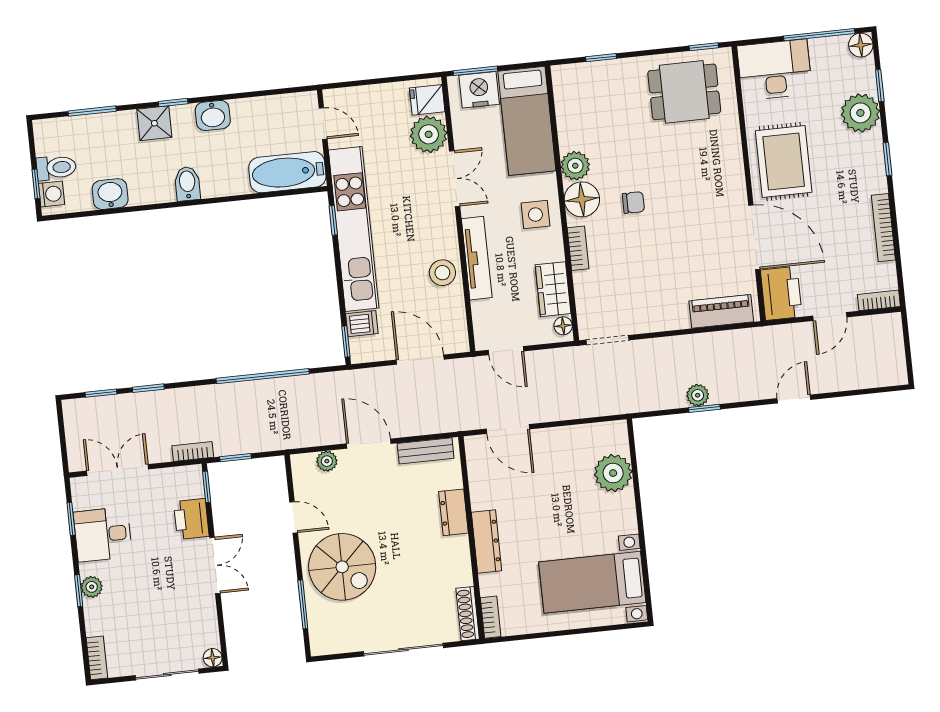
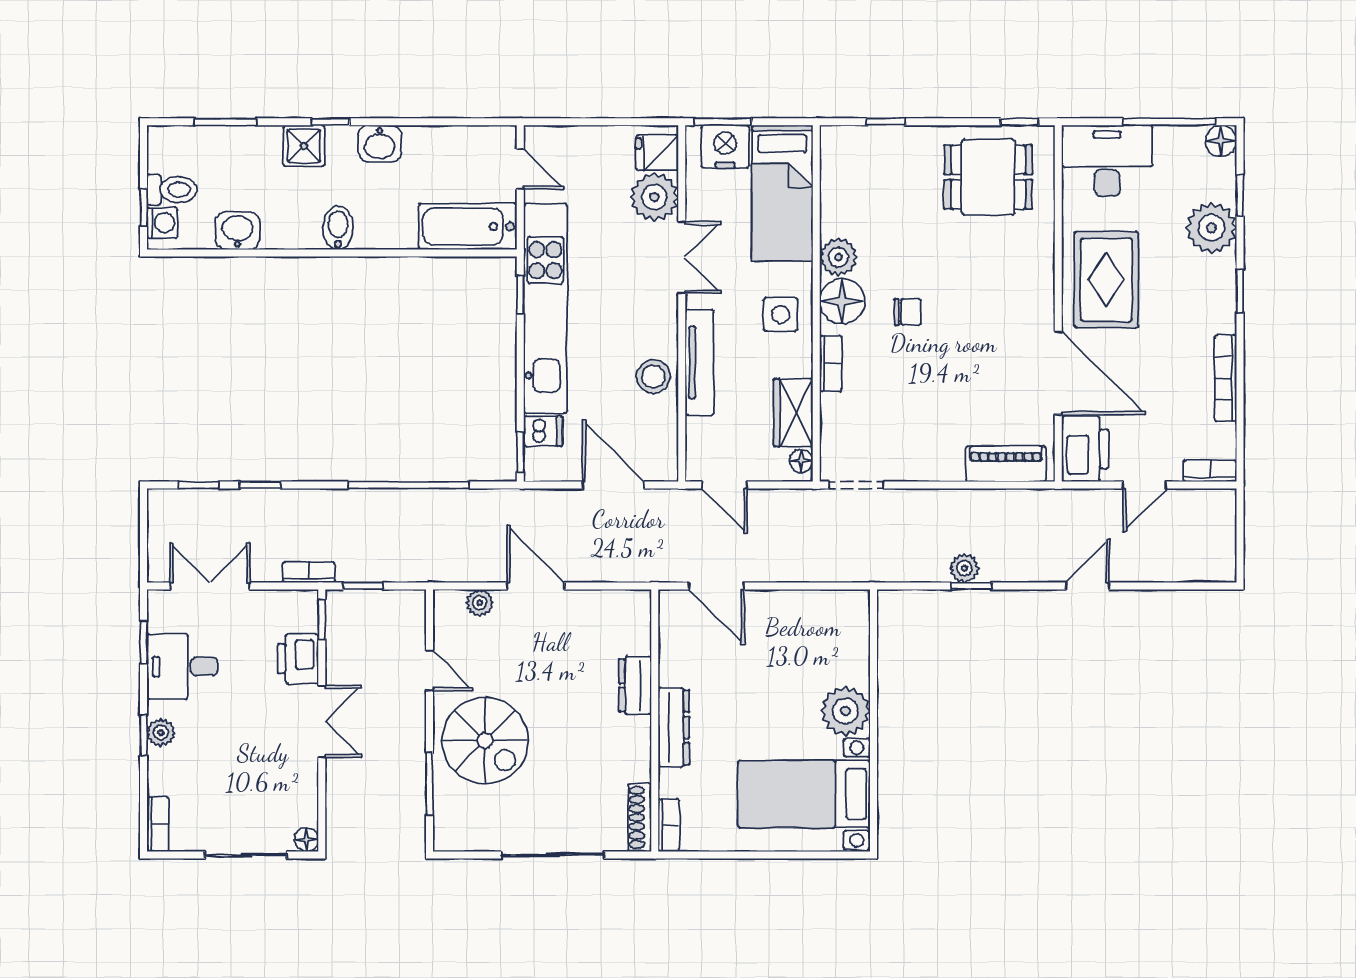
bench: (426, 451) -> (608, 603), removed
plant: (613, 473) -> (845, 711), moved

